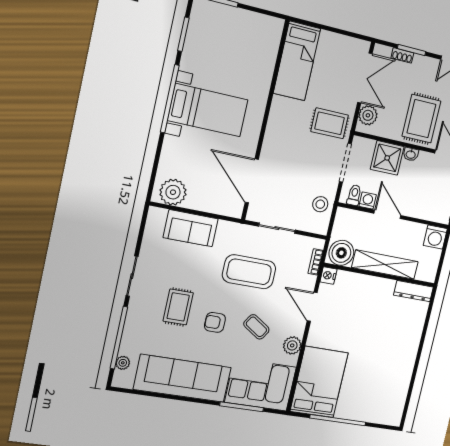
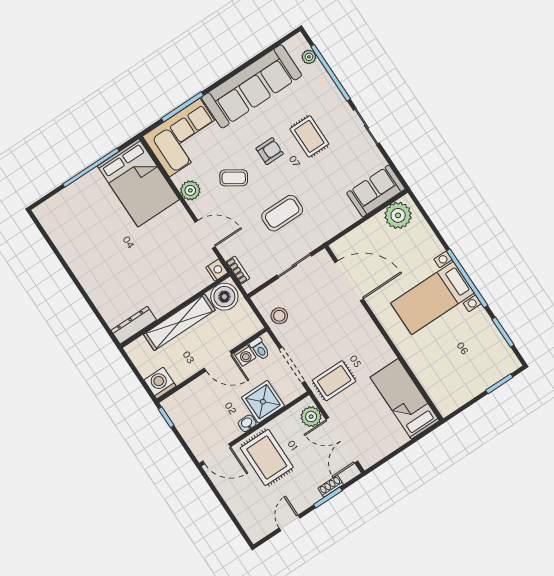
sofa: (191, 228) -> (376, 191), moved
coffee table: (249, 272) -> (282, 213), width x0.73, depth x0.76

